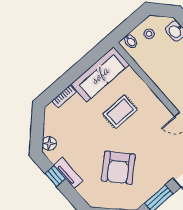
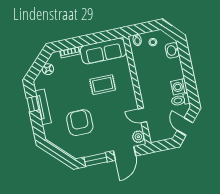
floor lamp: (49, 144) -> (48, 69), moved
armchair: (118, 168) -> (80, 123), turned 132
tv unit: (68, 173) -> (43, 107), width x1.41

